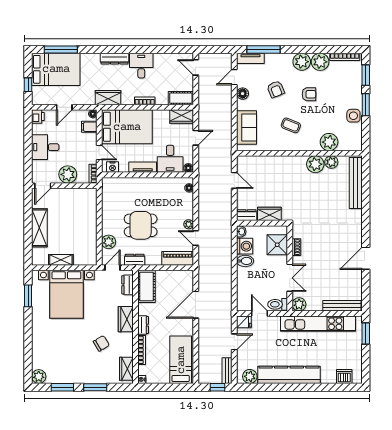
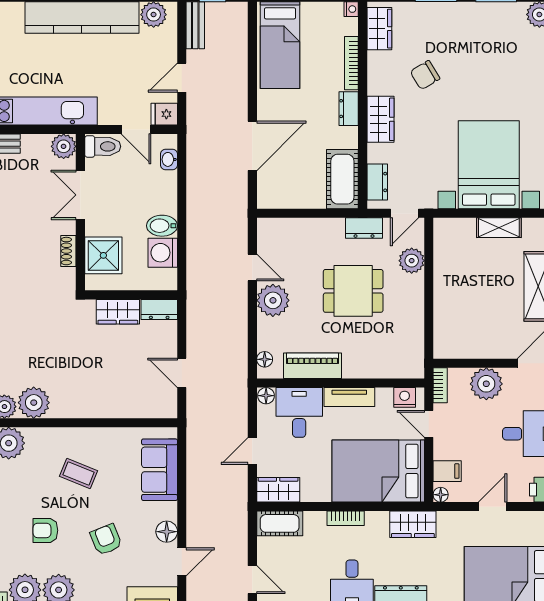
plant: (189, 224) -> (273, 300), width x1.88, depth x1.88
washbasin: (241, 232) -> (169, 159), moved
piano: (178, 258) -> (312, 366), moved, turned 180

